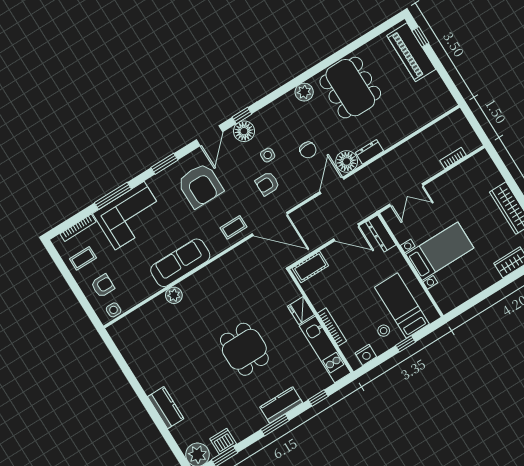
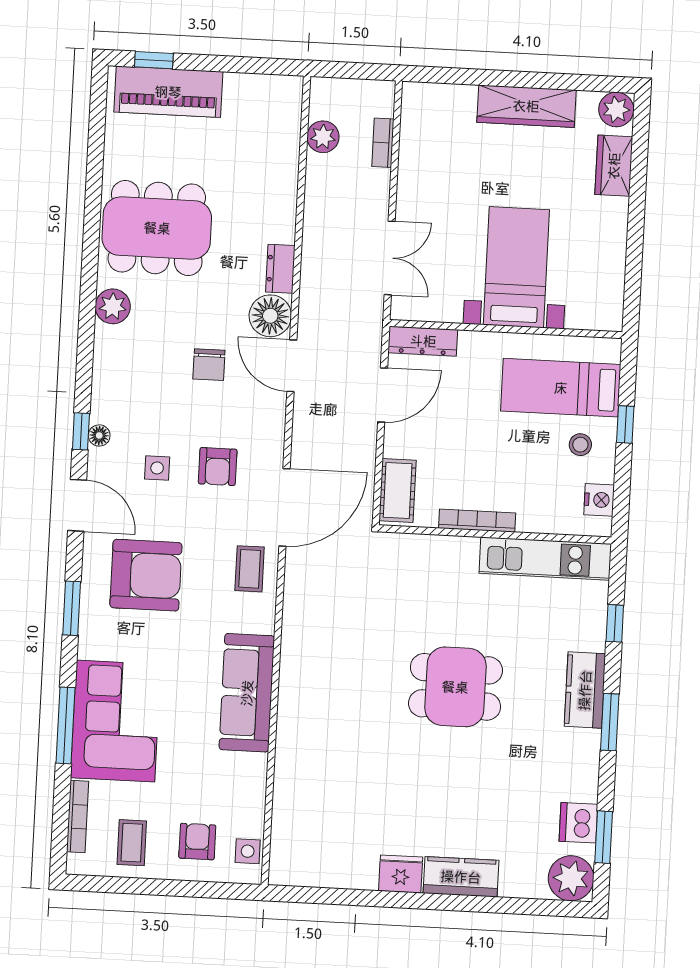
floor lamp: (244, 131) -> (99, 435), width x0.53, depth x0.53
chair: (308, 150) -> (209, 365), turned 93
side table: (268, 155) -> (157, 468), moved
plant: (174, 295) -> (323, 137), moved
fridge: (301, 310) -> (401, 874), moved, turned 180
bookcase: (332, 327) -> (477, 521), moved

